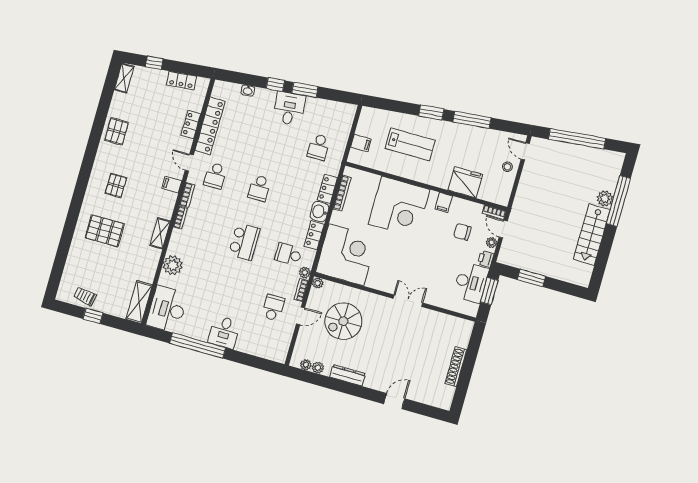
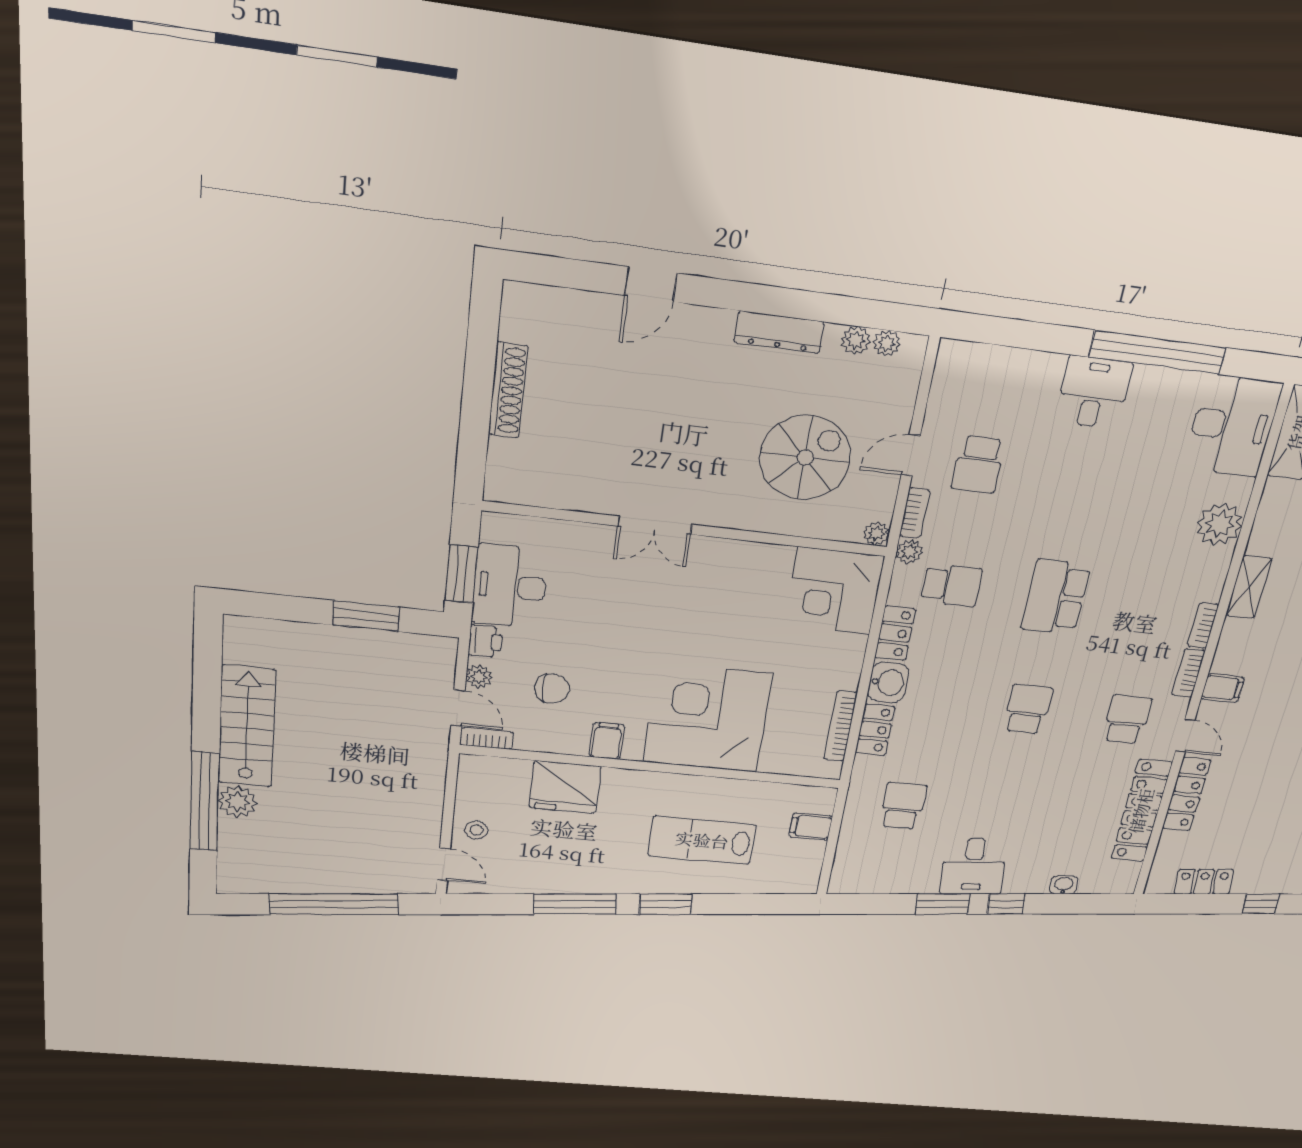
locker: (191, 125) -> (1186, 794), width x1.53
corner desk: (346, 255) -> (834, 591), width x0.74, depth x0.74

